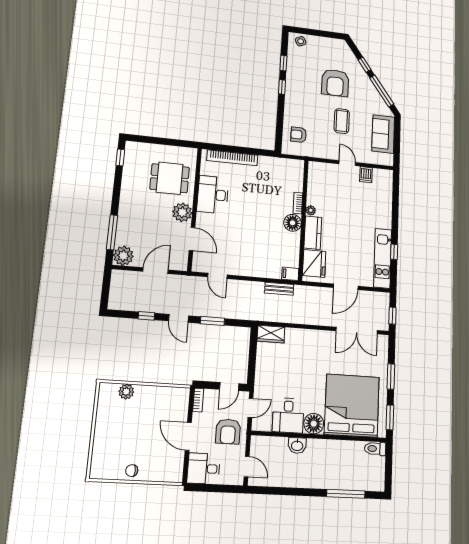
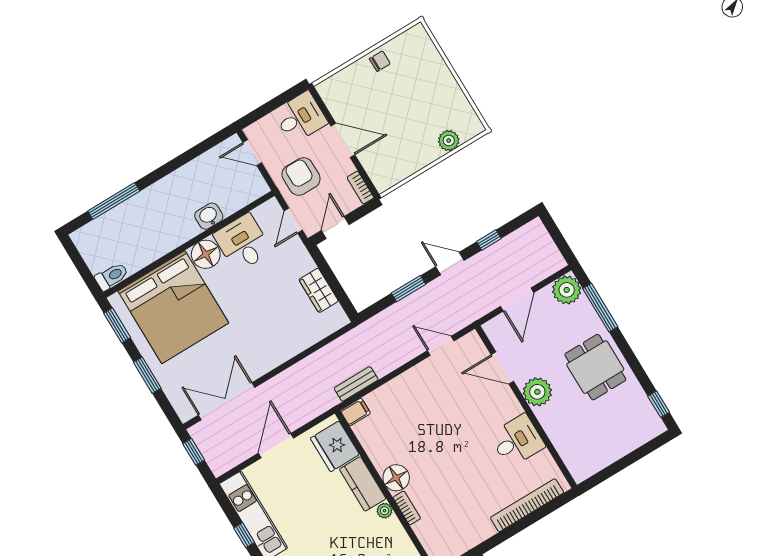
dining table: (170, 178) -> (595, 367), moved, turned 90
desk: (213, 195) -> (517, 441), width x0.73
wardrobe: (271, 334) -> (319, 290), moved, turned -90

